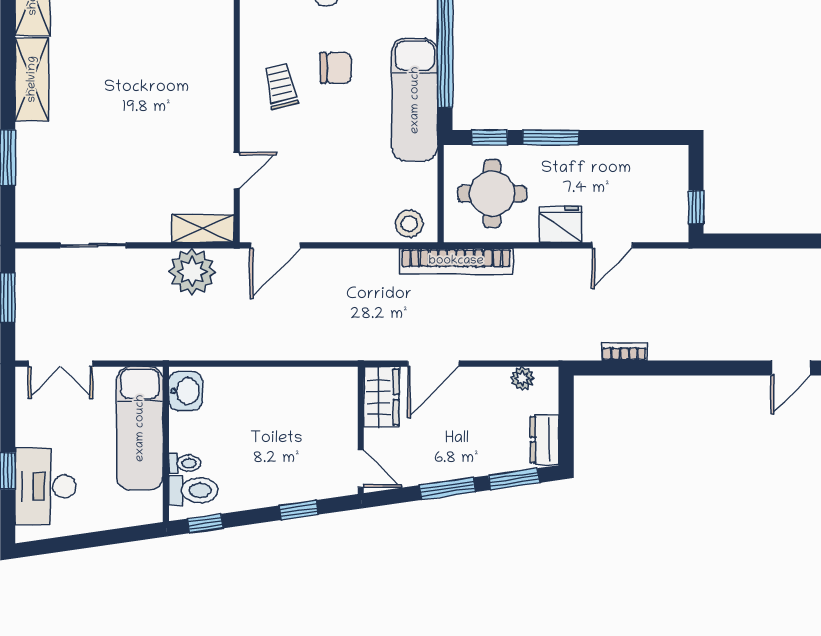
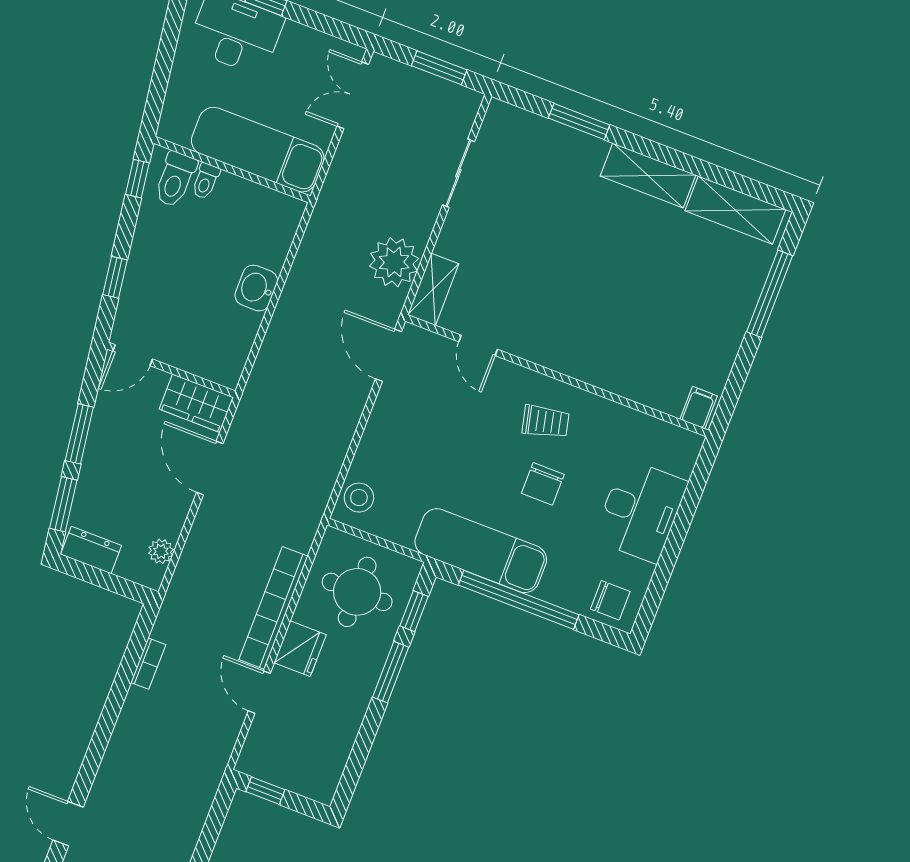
bookcase: (456, 261) -> (273, 608), moved
washbasin: (185, 391) -> (256, 288), moved, turned 90

